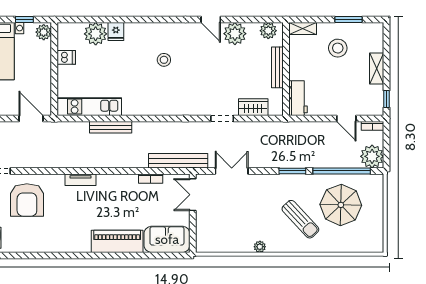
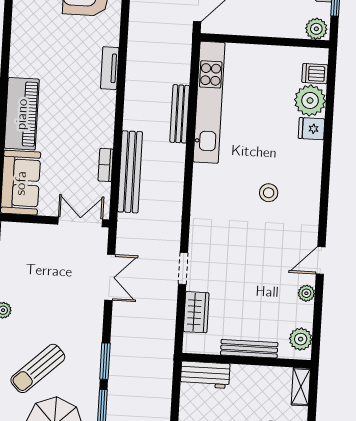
plant: (235, 34) -> (306, 293), width x0.53, depth x0.53
dishwasher: (66, 57) -> (315, 74), moved, turned 90
kitchen unit: (89, 107) -> (209, 102), width x1.36
bench: (178, 161) -> (130, 172), moved

